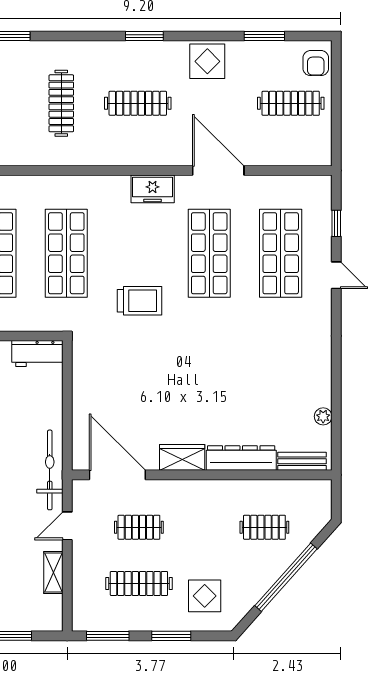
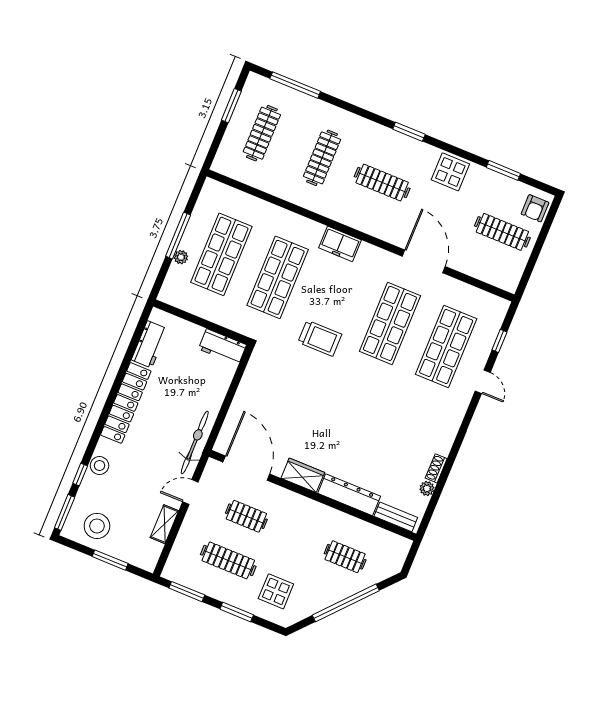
freezer: (153, 189) -> (340, 244), moved
shoe rack: (324, 390) -> (436, 468), added

